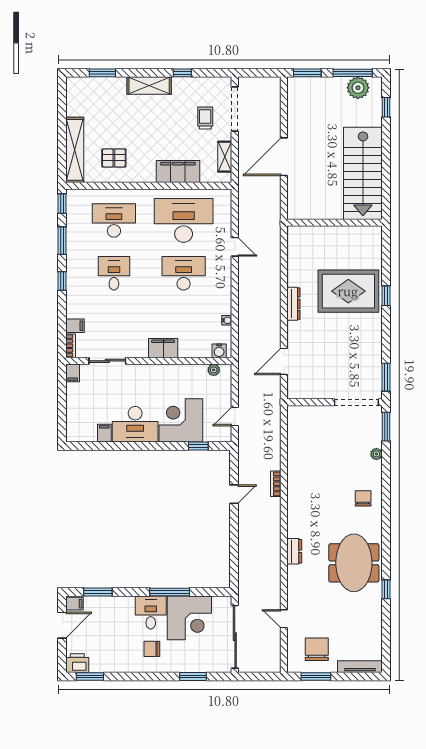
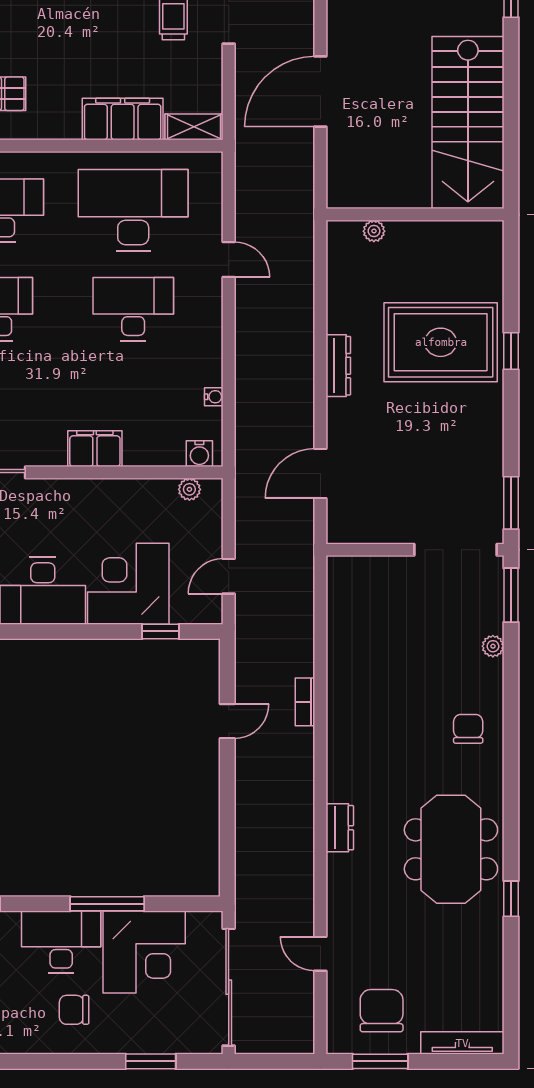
shelving: (225, 157) -> (194, 127), moved, turned 90
plant: (313, 231) -> (374, 231), added
desk: (151, 613) -> (61, 942), width x1.37

